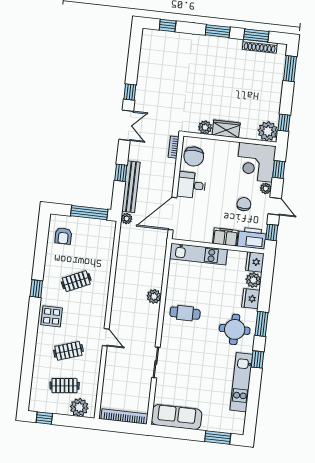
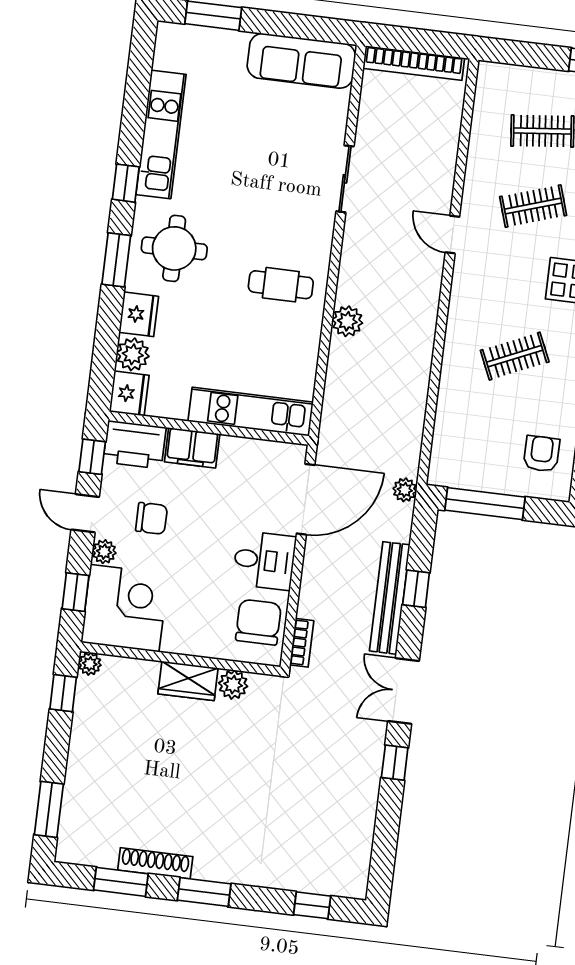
shoe rack: (260, 46) -> (155, 863), moved
plant: (268, 131) -> (90, 664), width x0.53, depth x0.53
bench: (131, 187) -> (390, 598), moved
chair: (244, 204) -> (151, 518), turned -90
plant: (79, 407) -> (511, 84), removed

